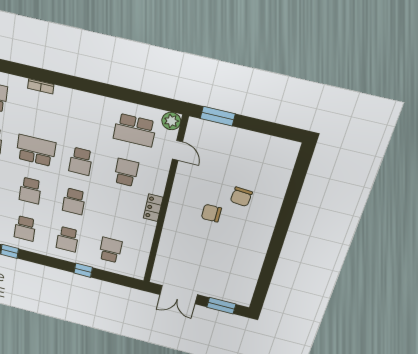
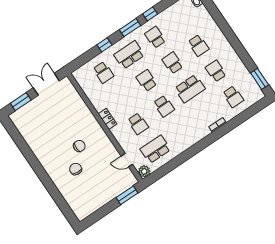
school desk: (81, 161) -> (164, 106), turned 180
school desk: (67, 239) -> (129, 55), width x1.85
window: (42, 260) -> (130, 28), added

